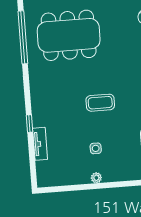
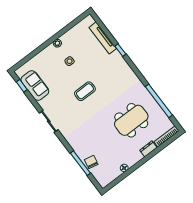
dining table: (69, 35) -> (131, 120), width x0.73, depth x0.80
tv unit: (40, 144) -> (103, 38), width x1.41

